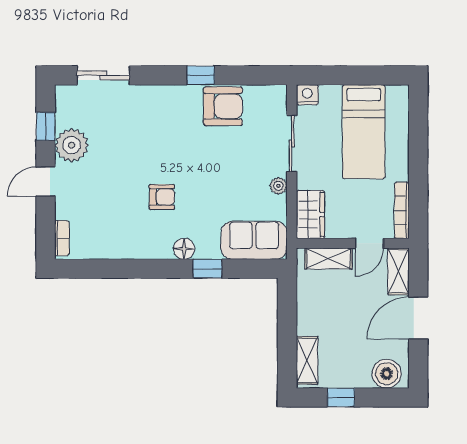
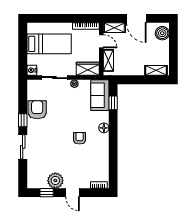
sliding door: (103, 75) -> (23, 147), moved
window: (208, 269) -> (113, 103), moved
window: (341, 397) -> (173, 55), removed

